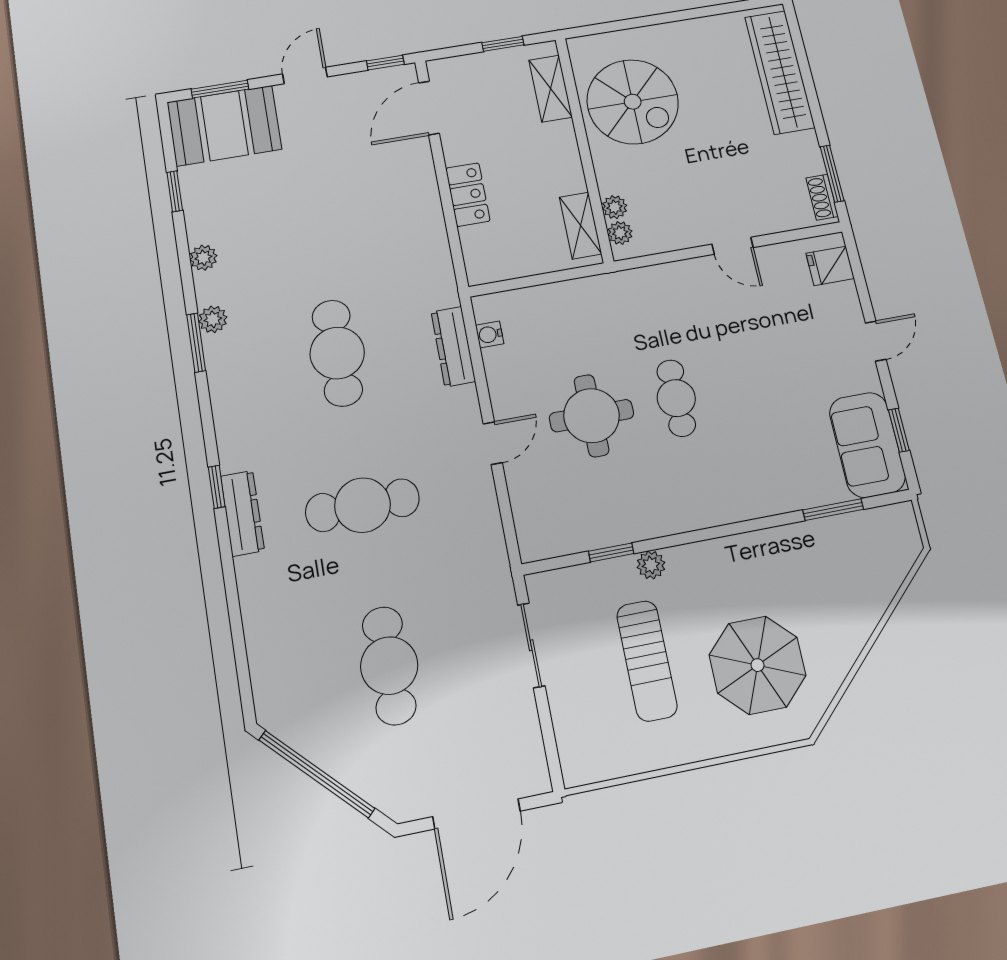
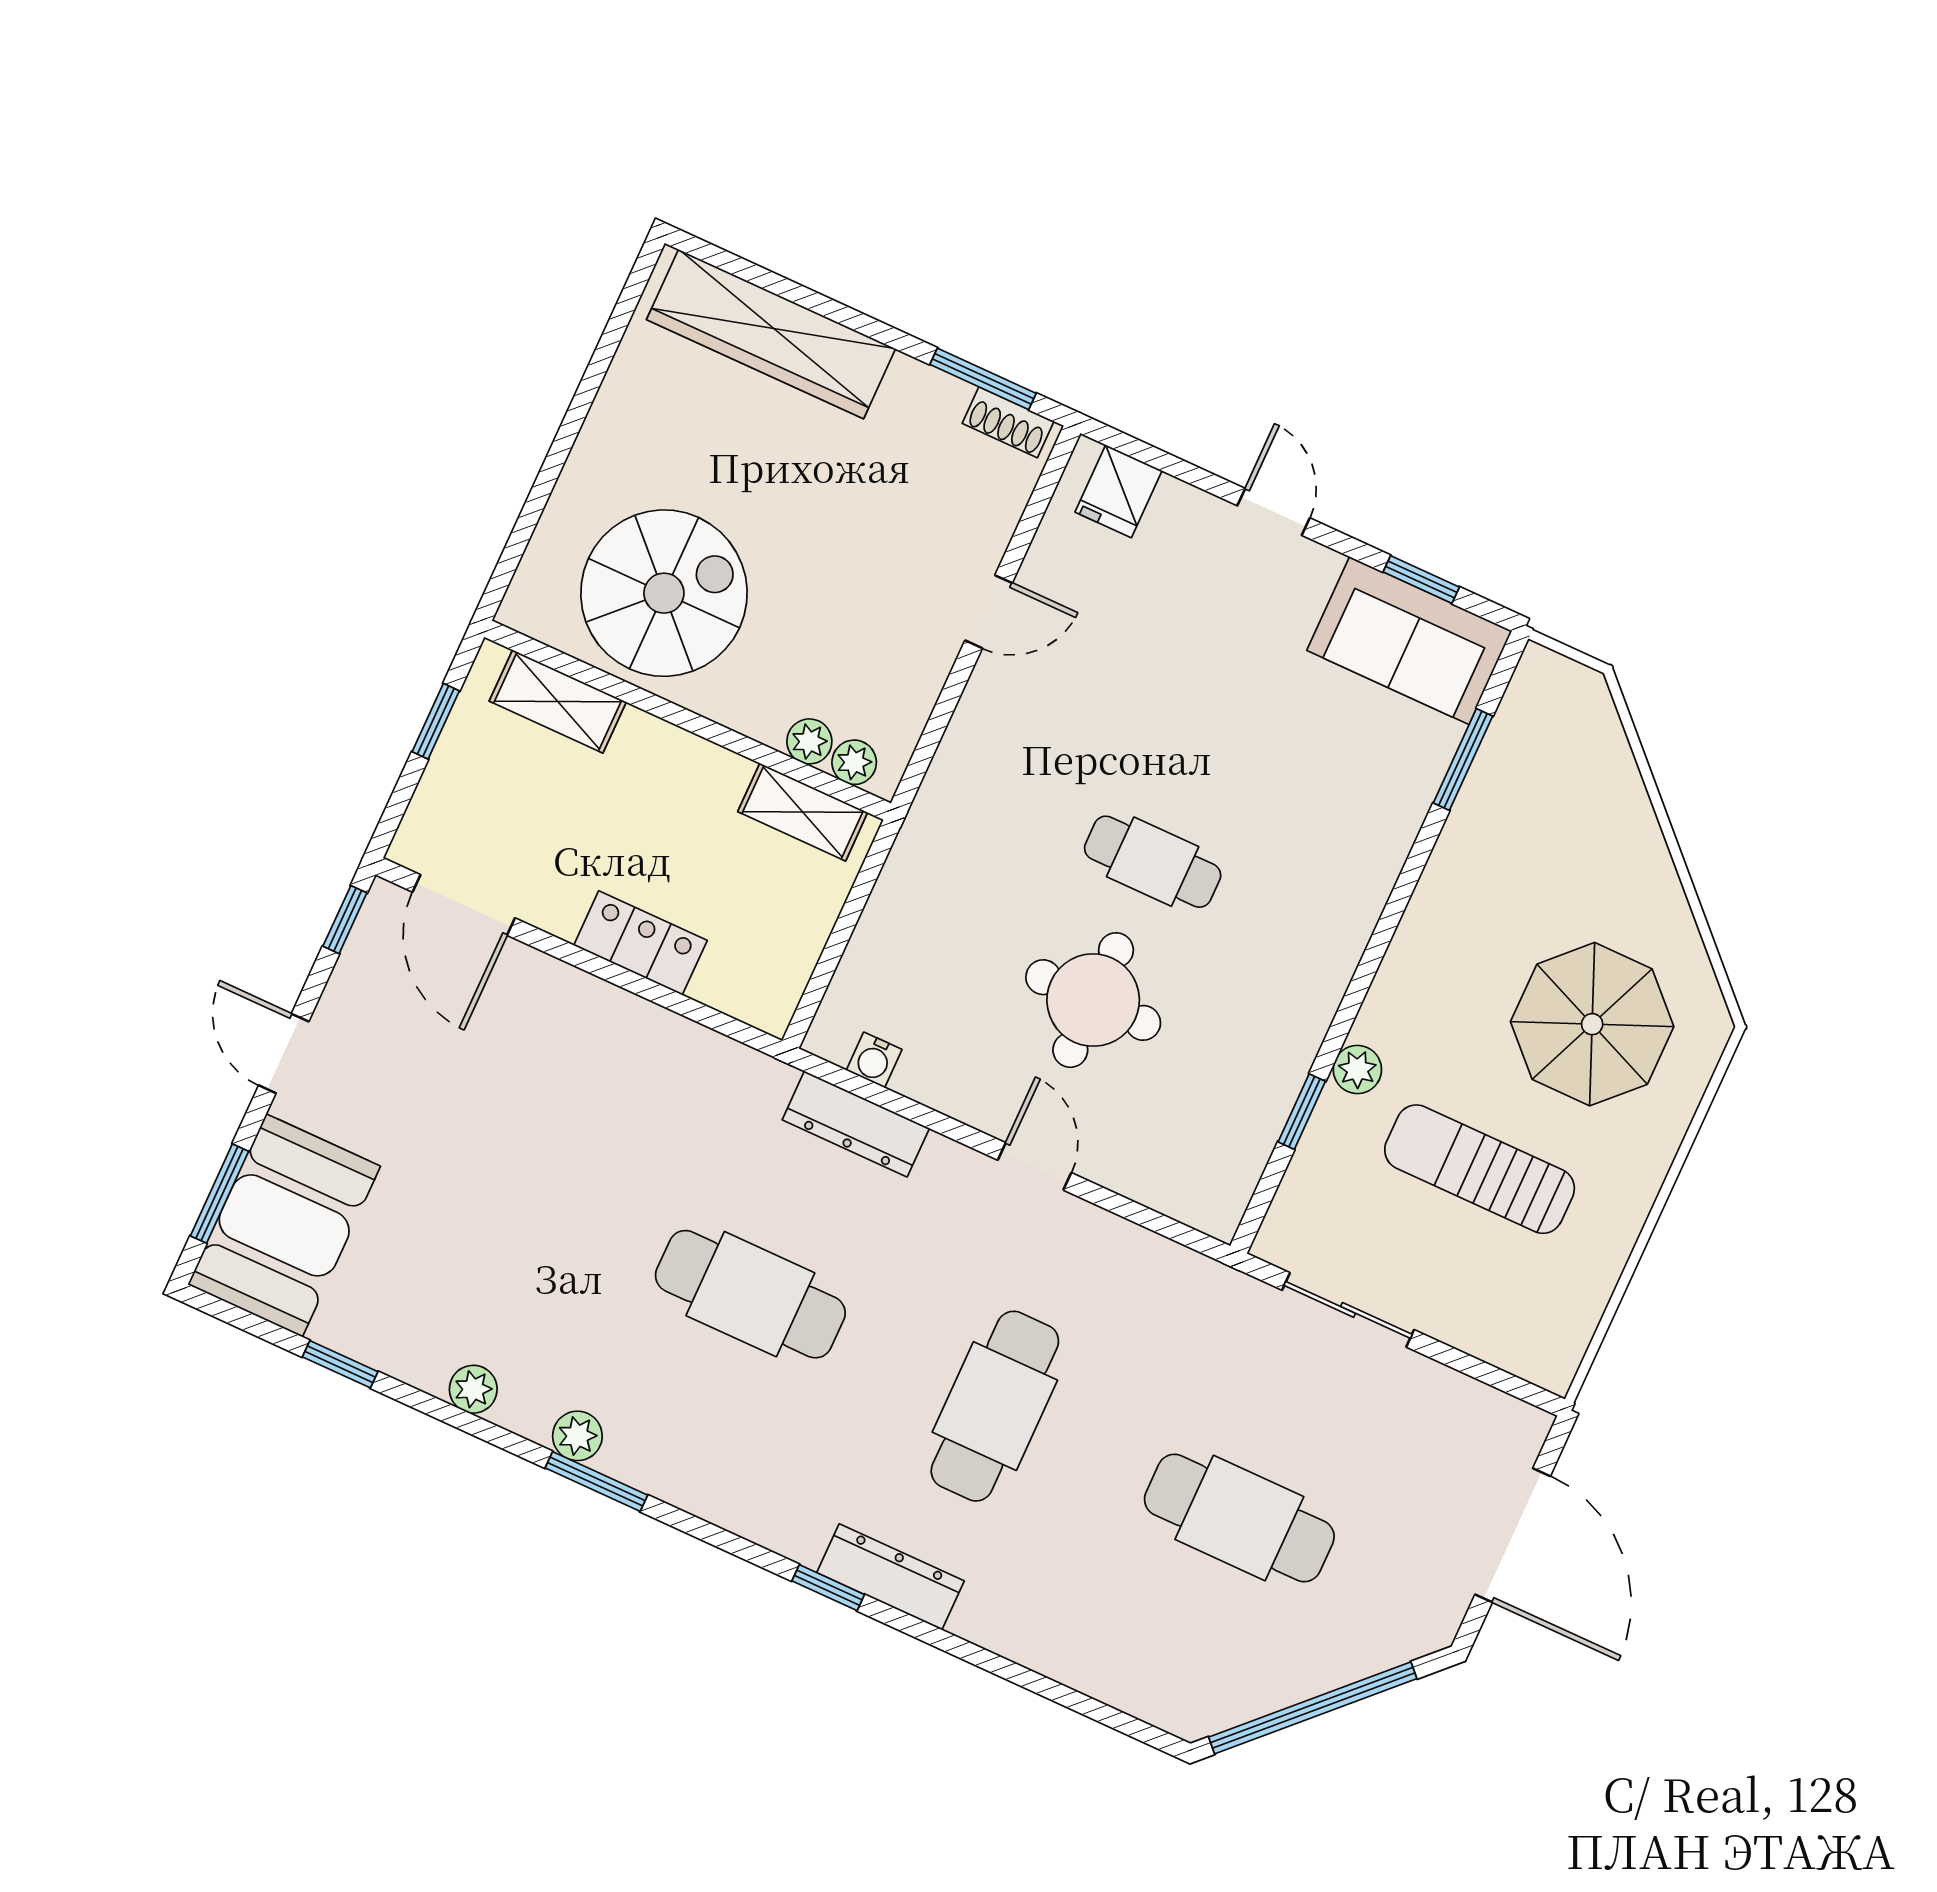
sun lounger: (647, 661) -> (1480, 1169), turned 180

